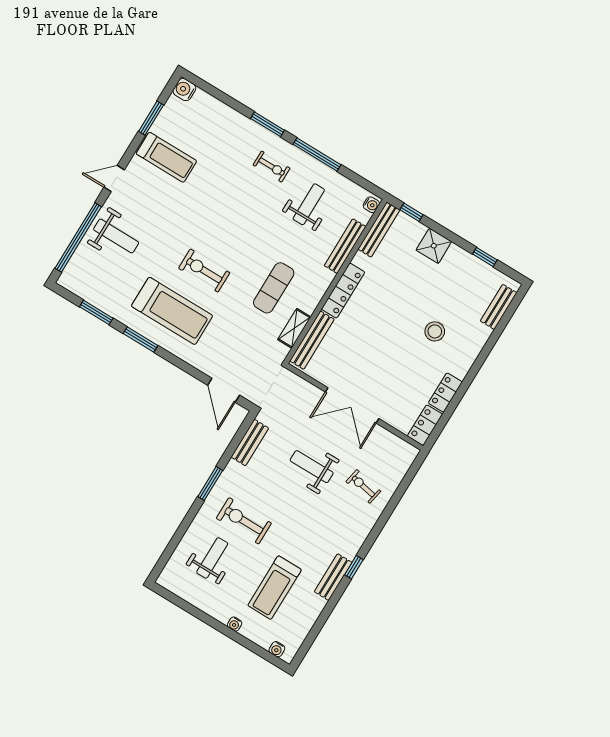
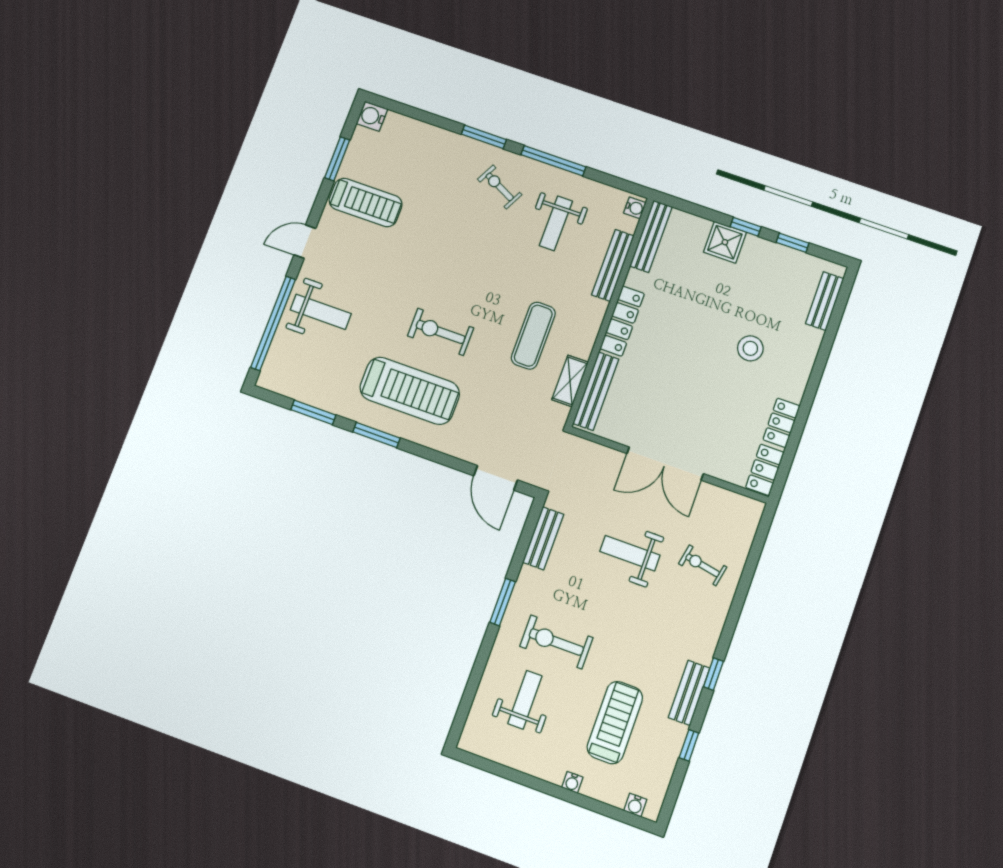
exercise bike: (272, 167) -> (500, 187), turned -153
weight bench: (309, 204) -> (556, 223), turned 180
window: (412, 212) -> (746, 227), moved
treadmill: (275, 588) -> (615, 723), turned 180
window: (325, 615) -> (689, 745), added

